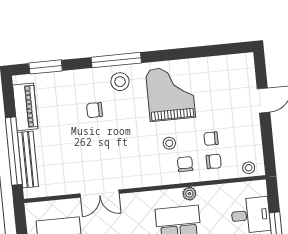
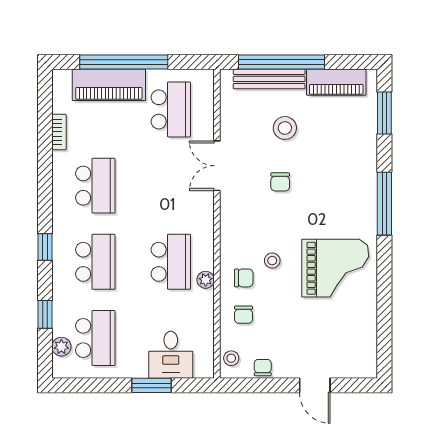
stool: (120, 82) -> (285, 128), moved
chair: (95, 110) -> (280, 182), moved, turned 180
chair: (211, 139) -> (263, 368), moved

